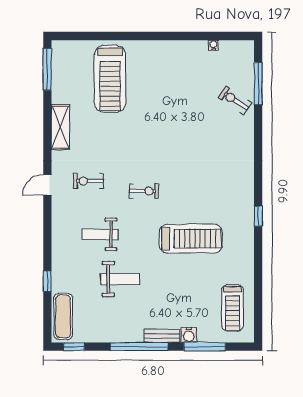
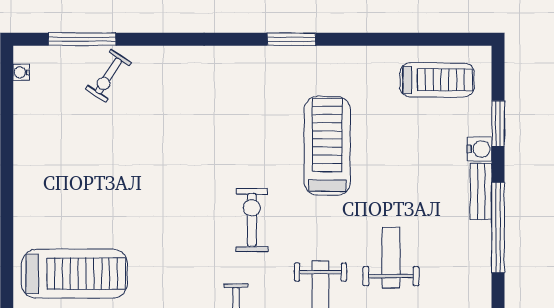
water cooler: (213, 45) -> (21, 72), moved
exercise bike: (144, 191) -> (252, 220), width x1.38, depth x1.39
window: (258, 216) -> (292, 39), width x1.50
window: (205, 347) -> (498, 124), width x0.69

